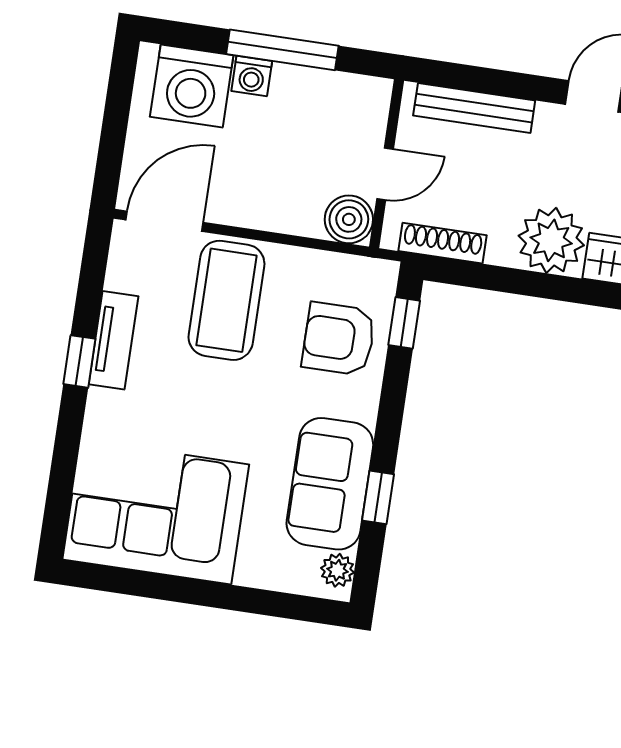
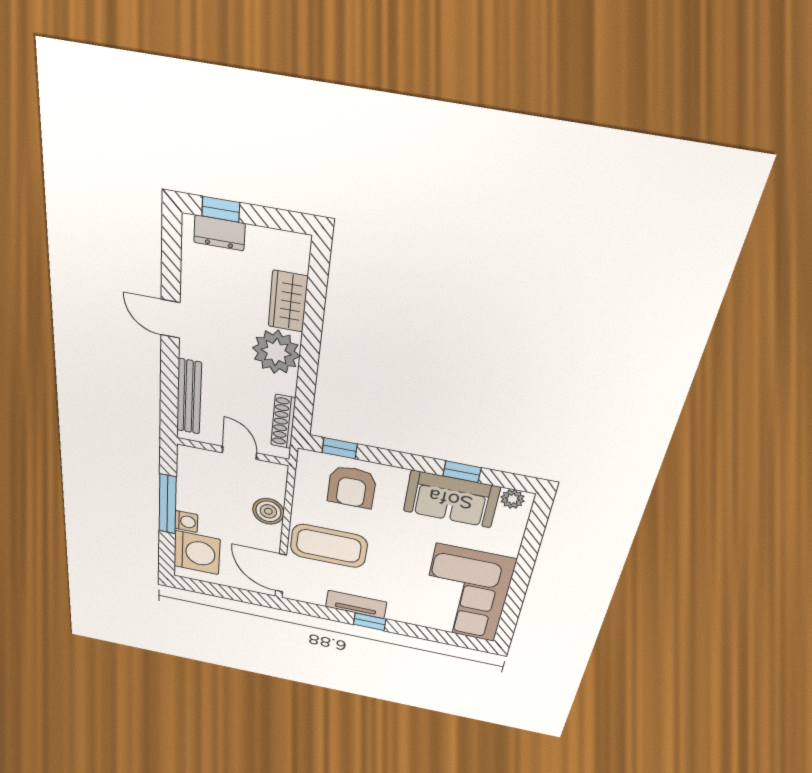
boiler: (349, 219) -> (268, 511), moved

